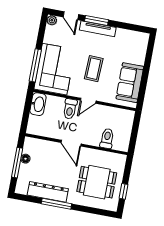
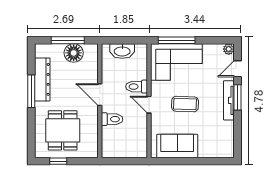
washbasin: (38, 104) -> (122, 51), moved
toilet: (107, 139) -> (112, 119), moved
door: (71, 143) -> (100, 95), hinge flipped
floor lamp: (25, 159) -> (74, 53), width x1.89, depth x1.89

